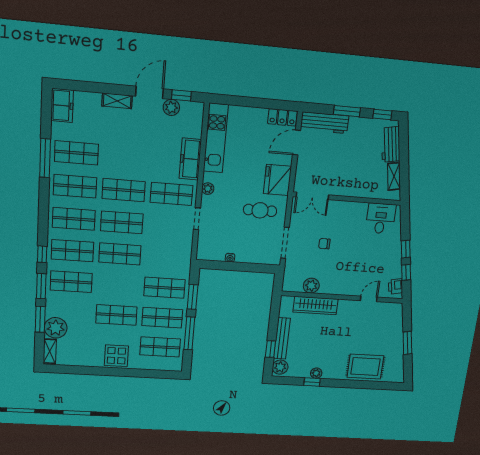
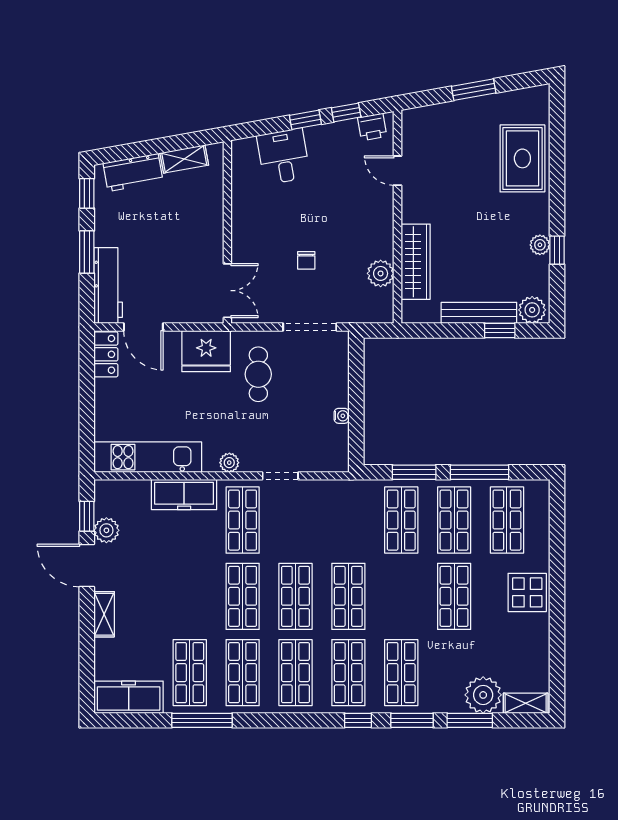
freezer: (62, 105) -> (129, 697), width x1.40
desk: (381, 218) -> (283, 156), moved, turned 80

